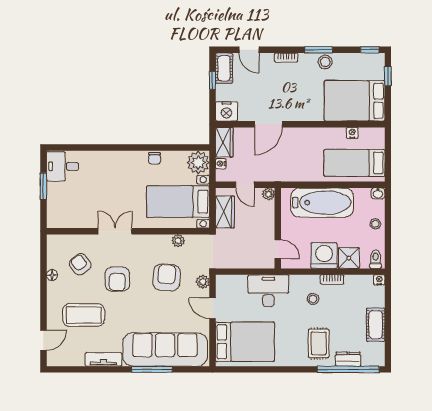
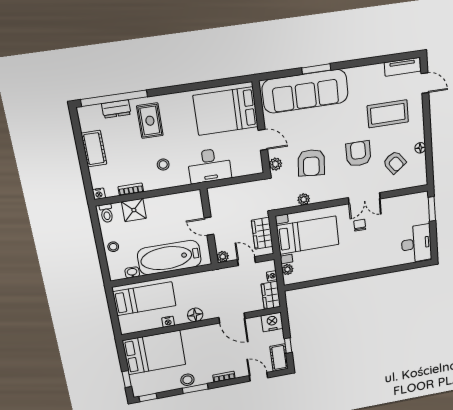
door: (268, 124) -> (232, 318), swing flipped
nightstand: (352, 133) -> (168, 322), moved
floor lamp: (306, 135) -> (195, 315), added
chair: (154, 158) -> (360, 225), moved
plant: (198, 163) -> (287, 269), width x0.53, depth x0.53
desk: (63, 166) -> (416, 244), width x1.37
window: (43, 186) -> (432, 209), moved
washbasin: (378, 193) -> (132, 272), moved
door: (278, 249) -> (209, 226), moved
washing machine: (324, 256) -> (159, 208), removed
bookcase: (332, 279) -> (131, 189), moved
door: (43, 340) -> (425, 83), swing flipped
tv unit: (103, 359) -> (402, 67), moved
window: (152, 369) -> (316, 69), width x0.69

